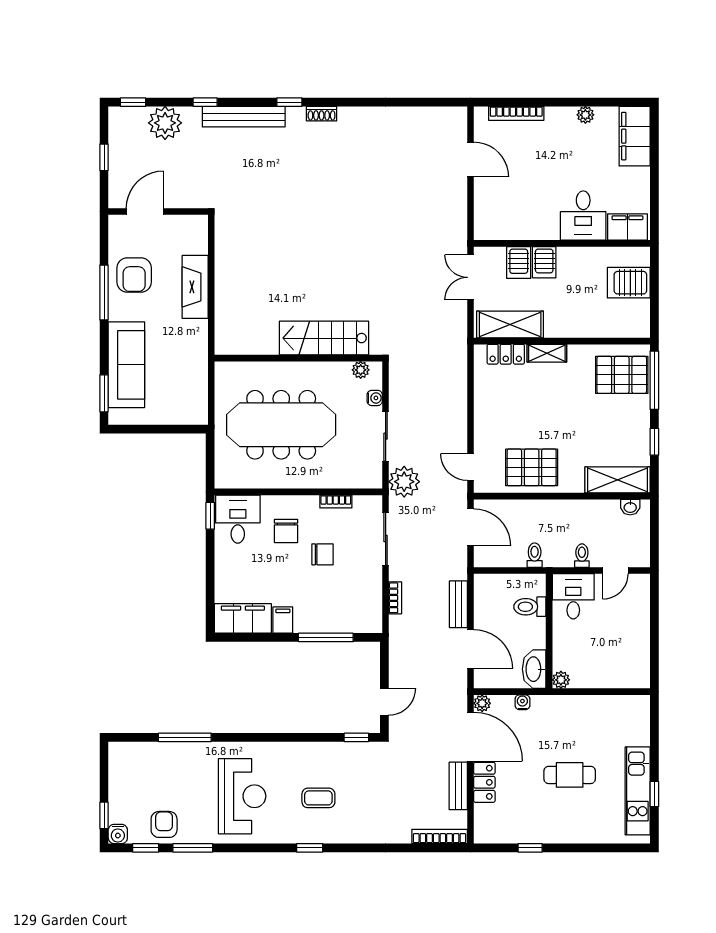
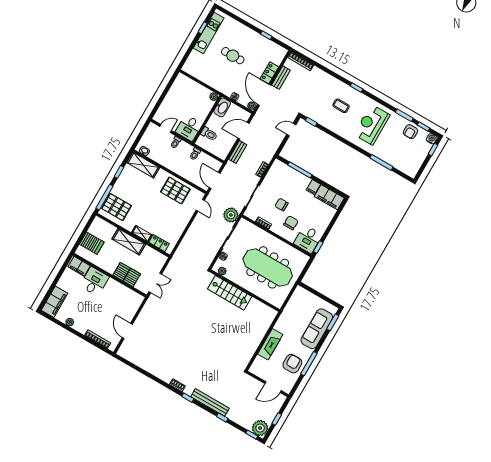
plant: (165, 123) -> (260, 428), moved
shelving: (510, 325) -> (129, 242), moved
door: (470, 649) -> (243, 131), hinge flipped

